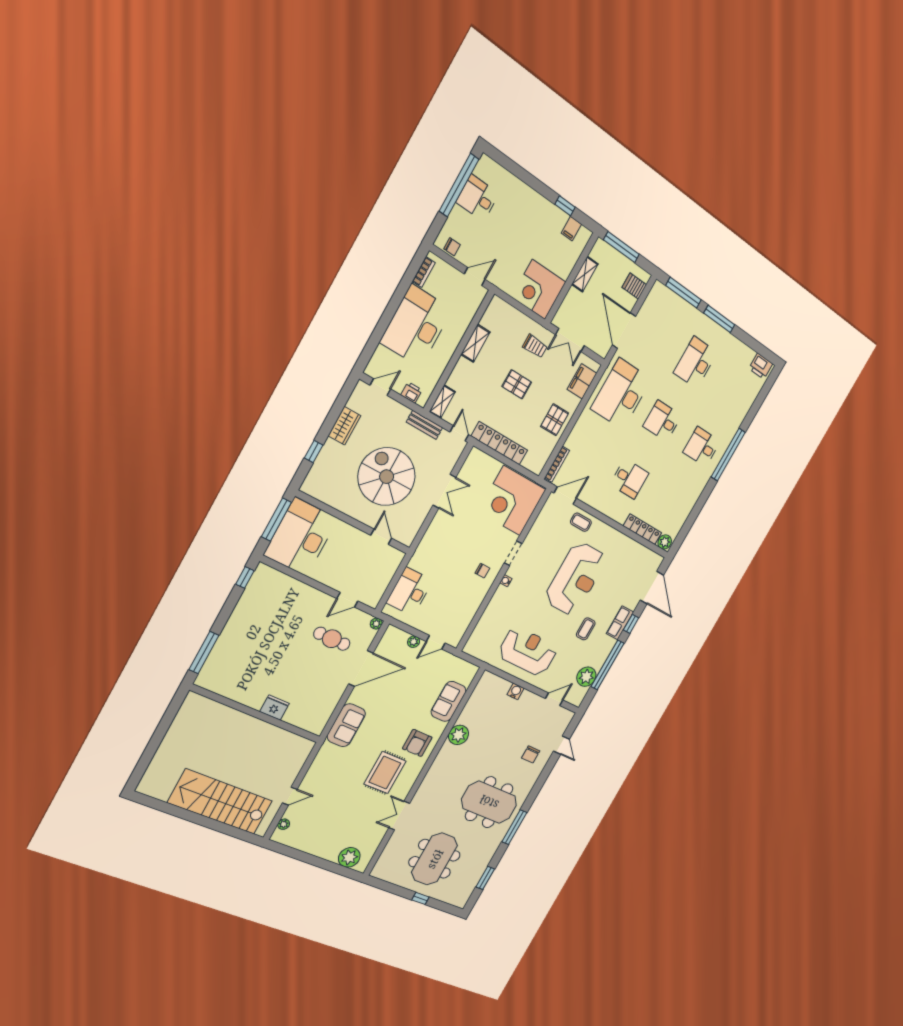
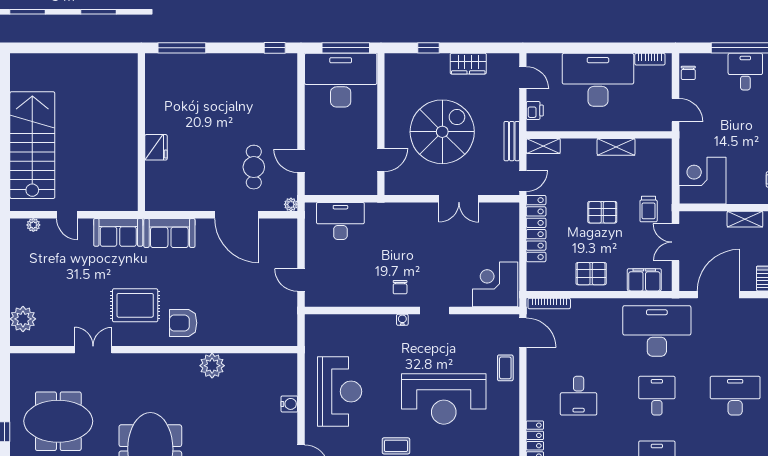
pallet: (517, 384) -> (602, 212), turned 90
corner desk: (512, 501) -> (495, 284), width x0.74, depth x0.74
plant: (414, 642) -> (290, 255), removed
sofa: (449, 701) -> (118, 232), moved, turned 180

